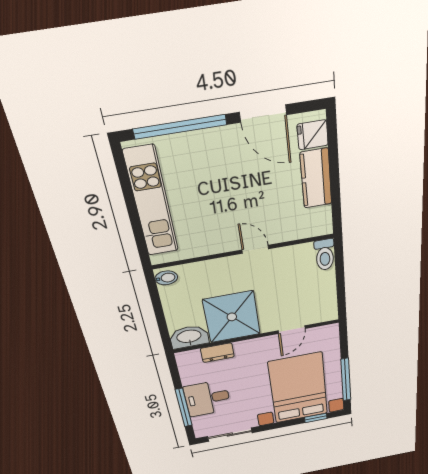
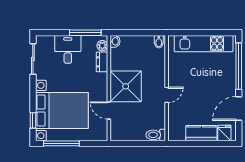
shower: (232, 317) -> (126, 86), moved
washbasin: (189, 337) -> (115, 41), width x0.52, depth x0.69
plant: (192, 357) -> (102, 46), added
window: (184, 408) -> (85, 33), moved

